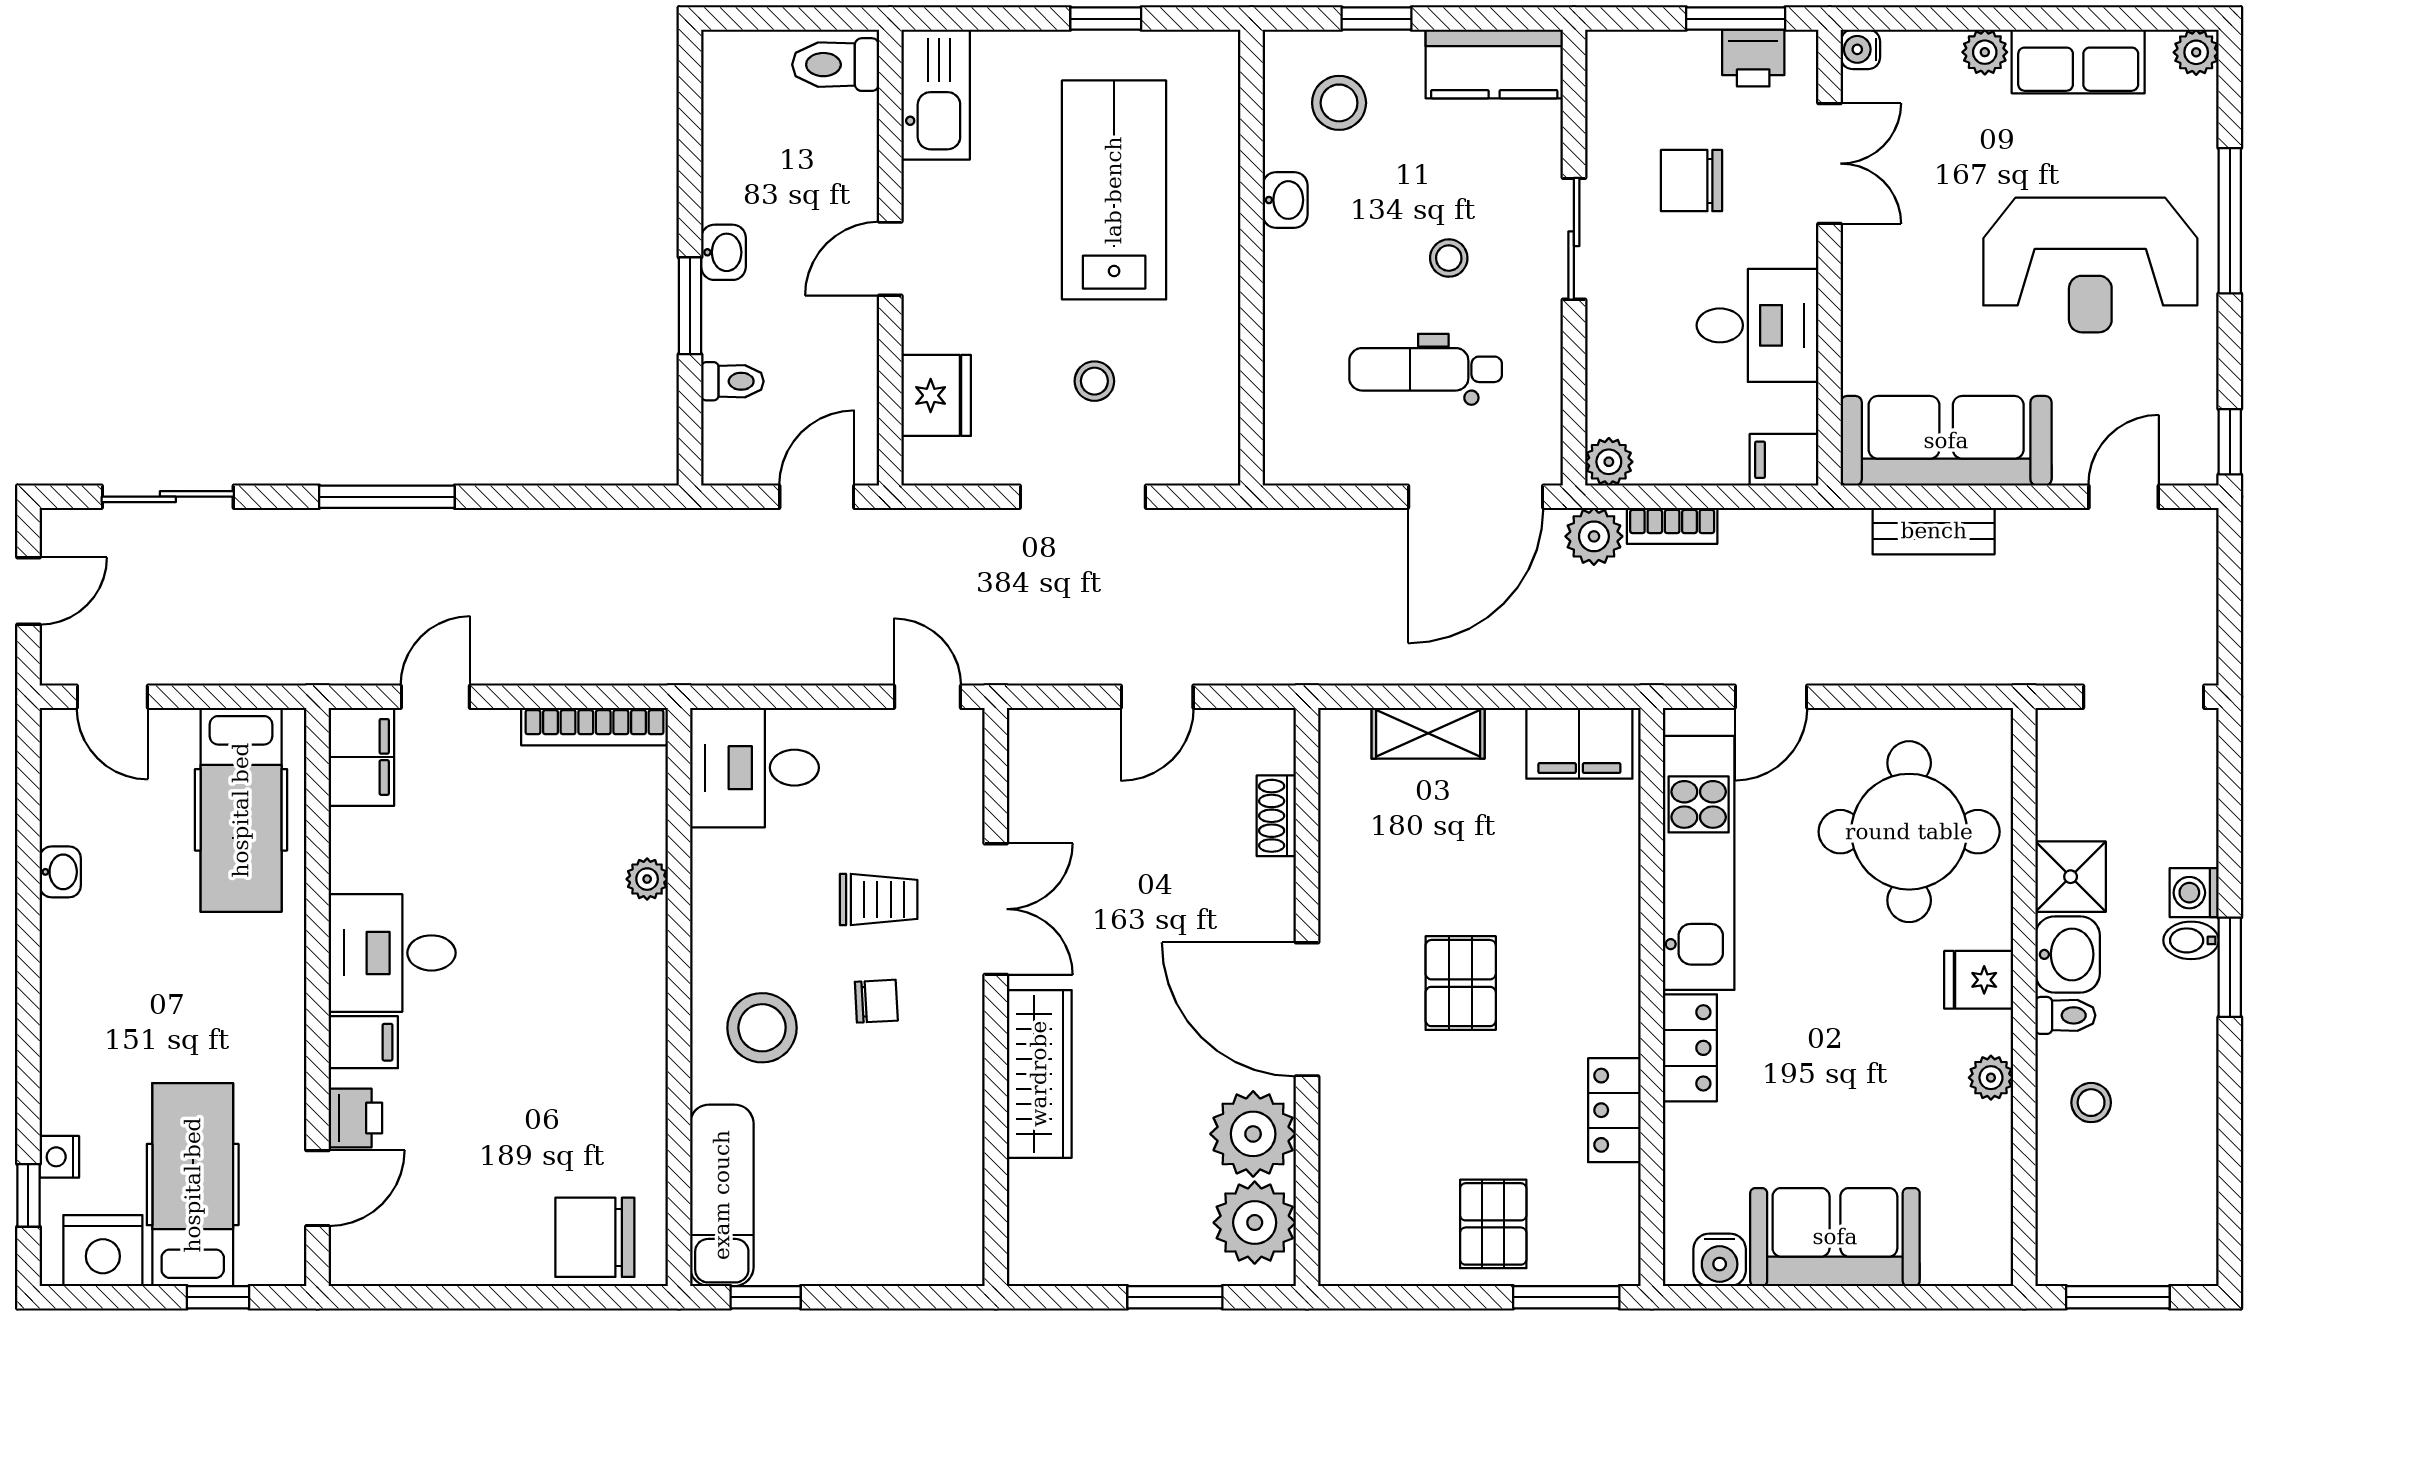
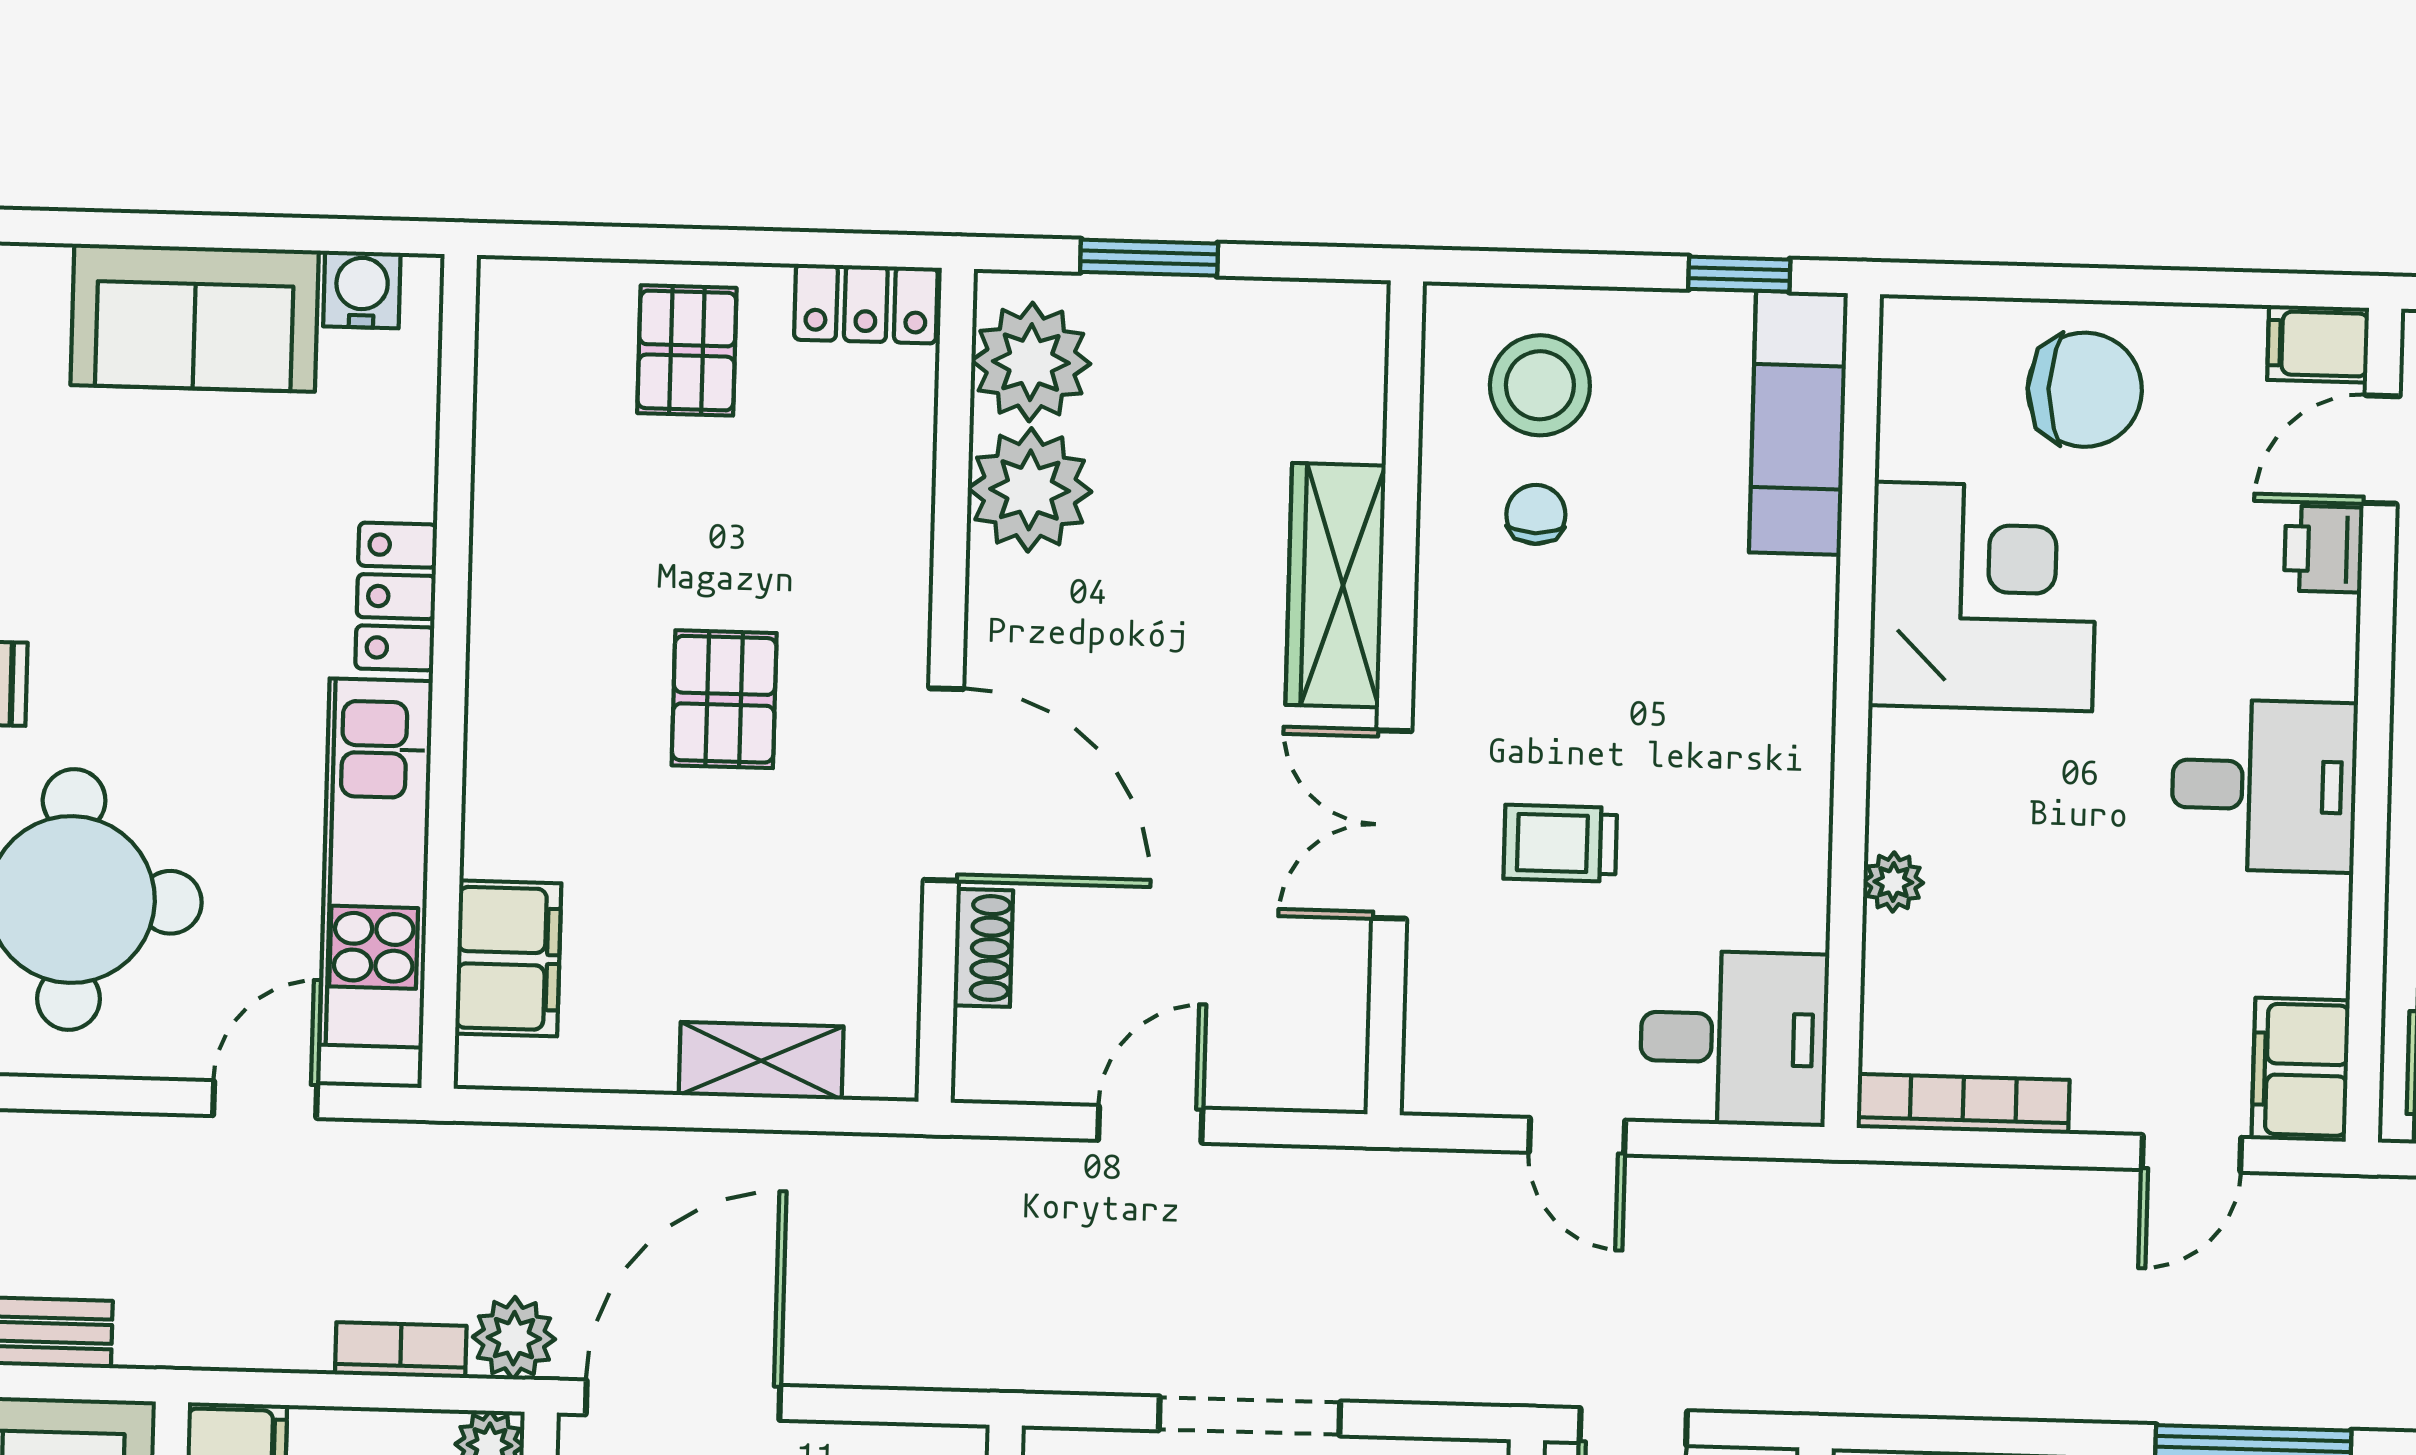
door: (927, 697) -> (1577, 1136), moved
filing cabinet: (1579, 743) -> (508, 958), moved, turned 90
chair: (876, 1001) -> (1536, 514), moved, turned 93
door: (1307, 1009) -> (943, 784), moved
stool: (762, 1028) -> (1540, 385), moved
filing cabinet: (363, 1042) -> (2318, 344), moved
corner desk: (590, 1079) -> (1983, 597), added
locker: (1614, 1110) -> (866, 304), moved, turned 90
chair: (595, 1237) -> (2085, 390), moved
window: (1566, 1297) -> (584, 242), removed

